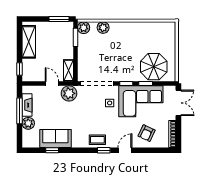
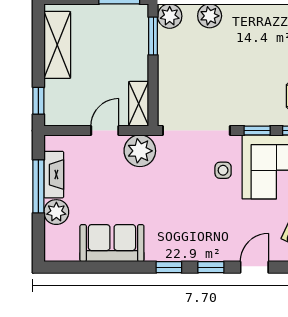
door: (52, 84) -> (105, 131), hinge flipped
coffee table: (97, 140) -> (198, 246), removed
window: (52, 150) -> (169, 267), moved

